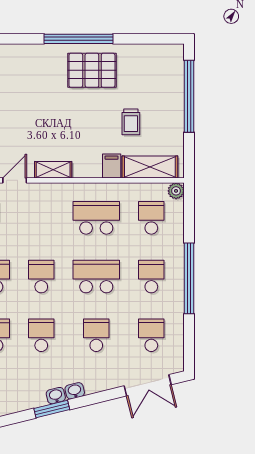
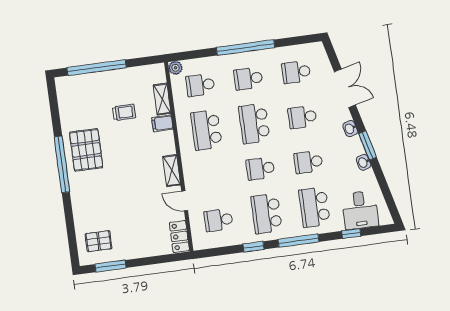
shelving: (150, 167) -> (162, 99), width x0.67, depth x0.75
double door: (148, 385) -> (345, 88), moved
washbasin: (56, 396) -> (364, 162), moved

